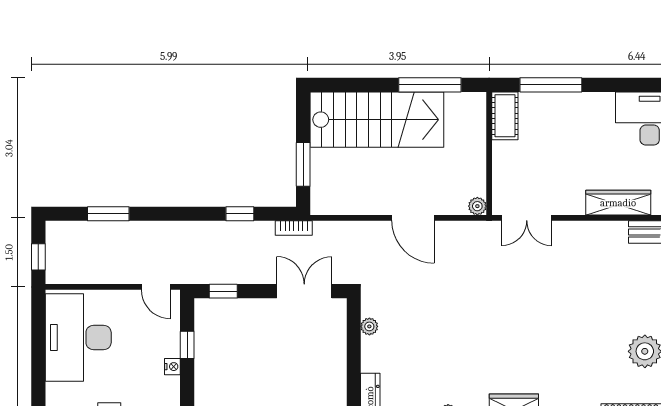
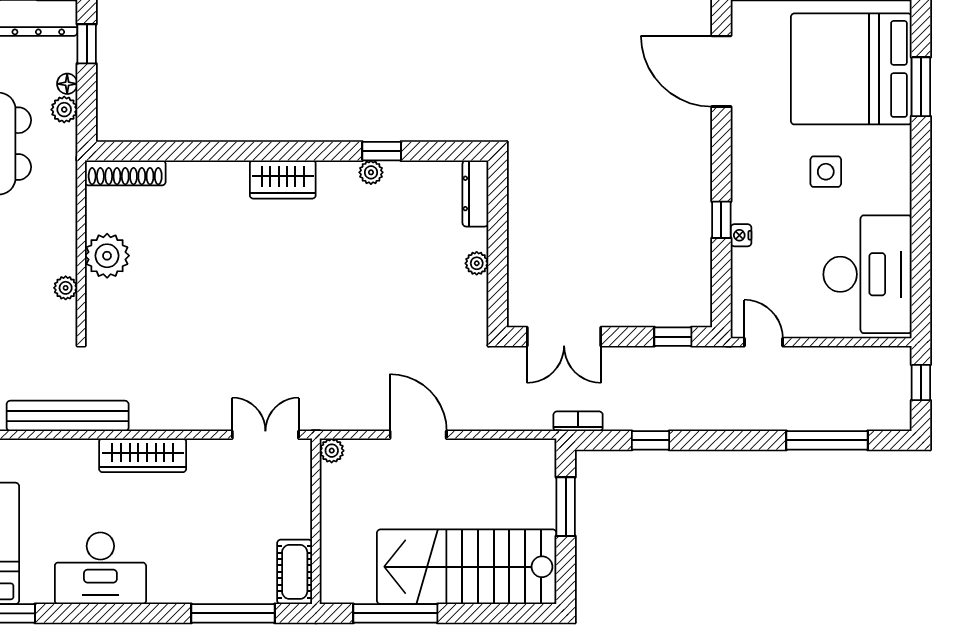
window: (108, 214) -> (827, 440), width x1.44
plant: (369, 326) -> (477, 263), moved
window: (187, 345) -> (721, 220), moved

